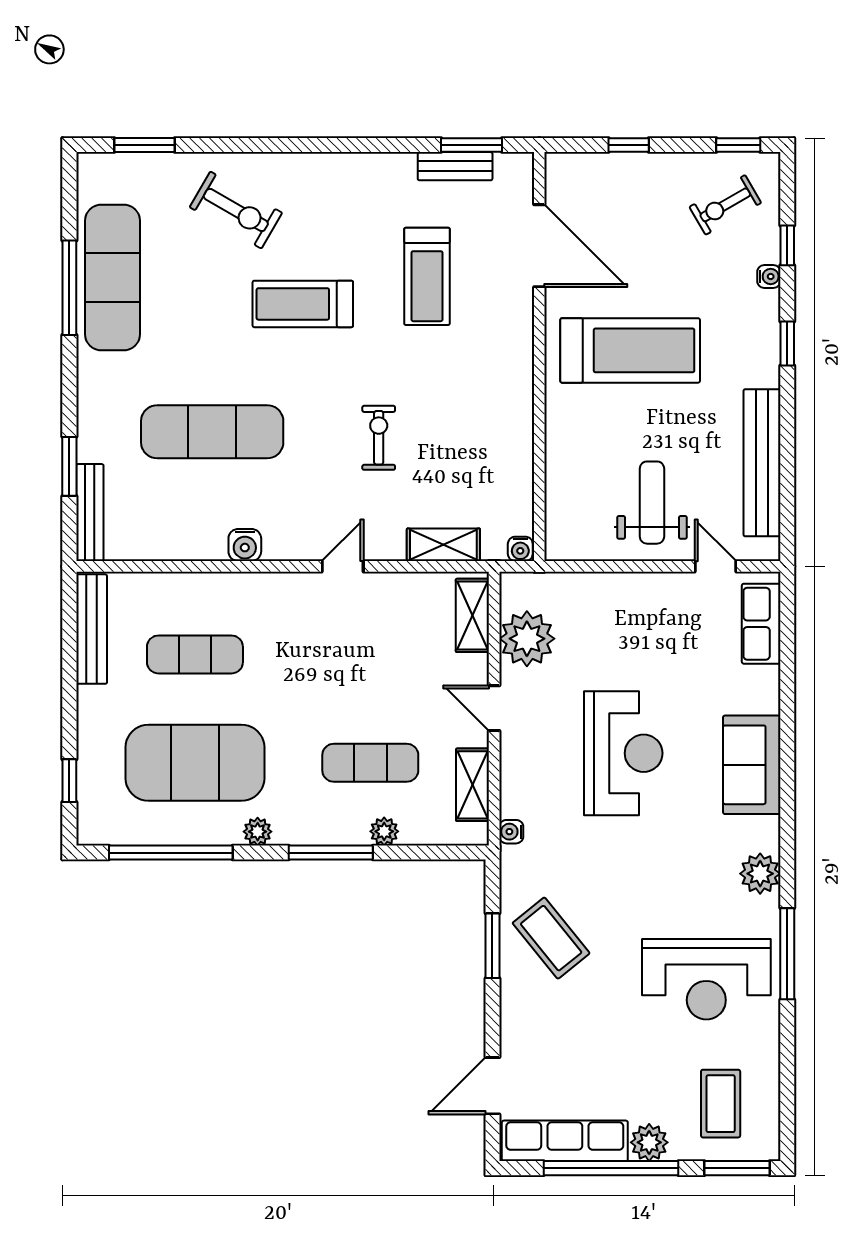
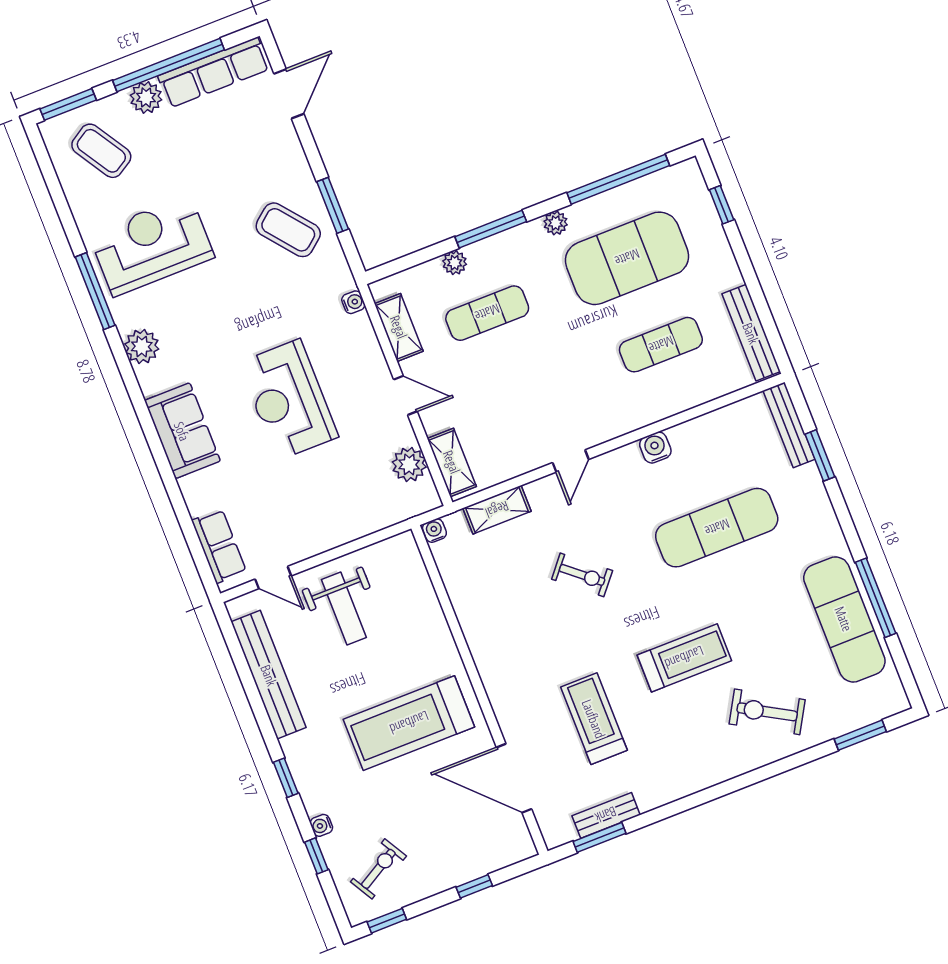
exercise bike: (379, 438) -> (582, 575), turned -50
plant: (527, 639) -> (409, 465), width x0.73, depth x0.73
coffee table: (721, 1104) -> (101, 151), turned -32

